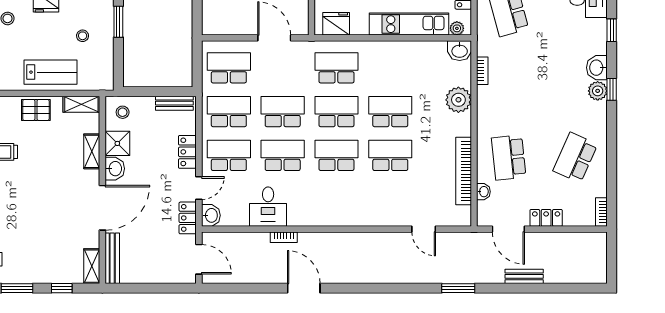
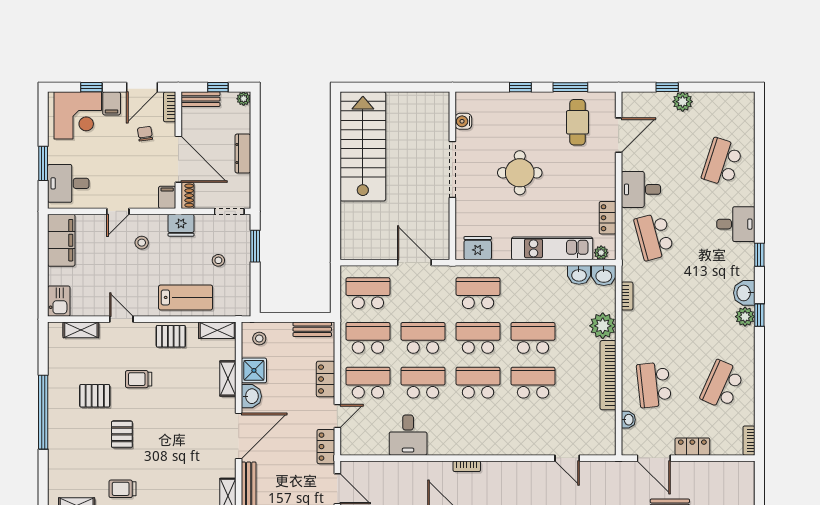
bookcase: (464, 171) -> (608, 375), moved
washbasin: (211, 215) -> (579, 275), moved, turned 90
bookcase: (284, 237) -> (467, 466), moved

